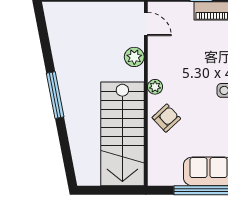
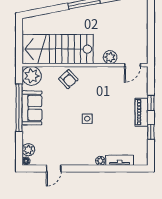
plant: (155, 87) -> (32, 76), moved, width x1.88, depth x1.88

